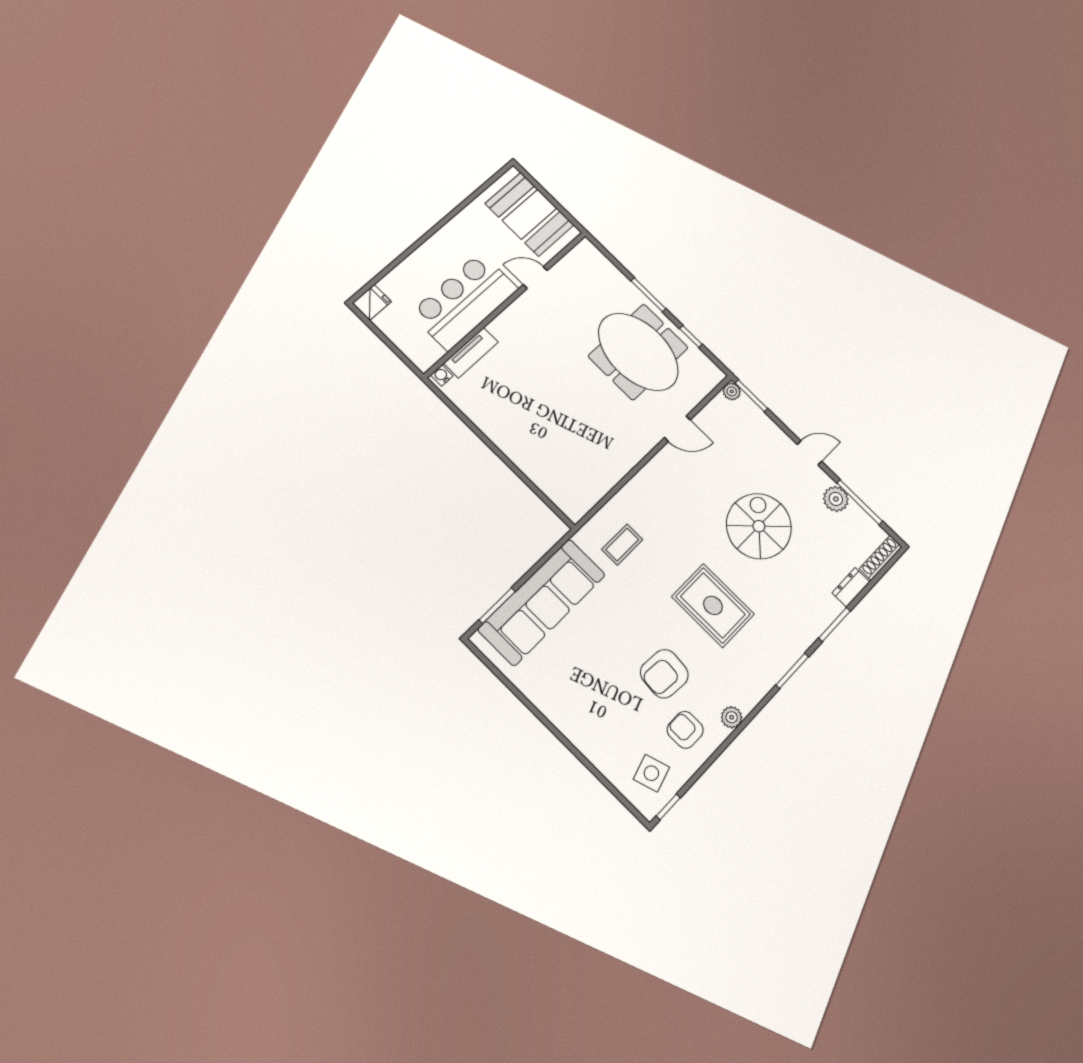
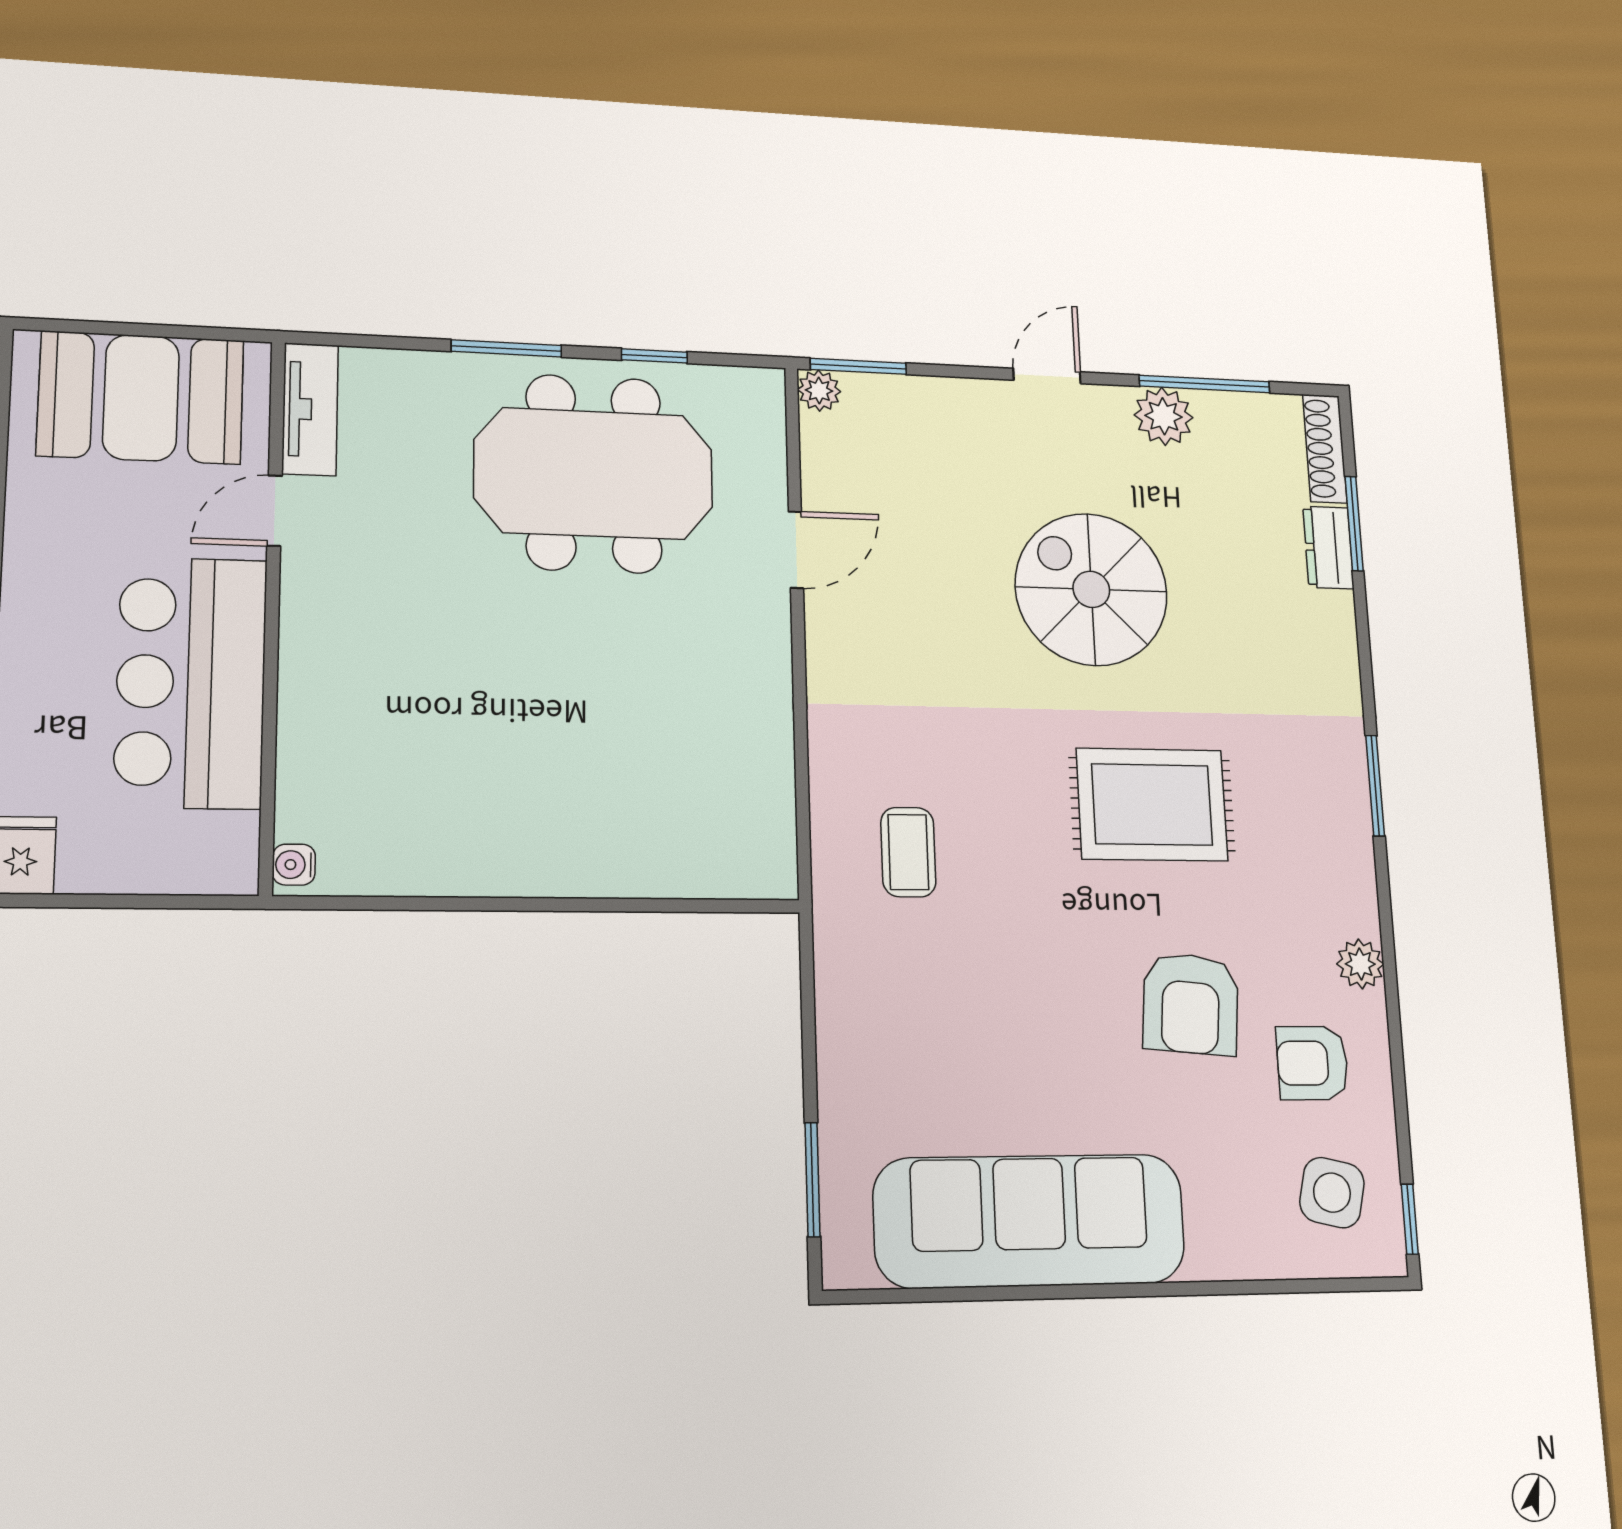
tv unit: (471, 353) -> (310, 409), moved
sofa: (542, 602) -> (1030, 1221), moved, turned -90
window: (834, 625) -> (1354, 523), moved
side table: (651, 773) -> (1332, 1193), turned 30

